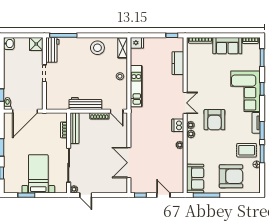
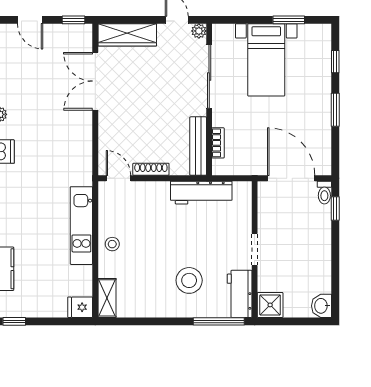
stool: (97, 48) -> (189, 280), moved
workbench: (85, 104) -> (201, 193), moved
door: (25, 111) -> (291, 178), hinge flipped
double door: (129, 163) -> (95, 81), swing flipped
wardrobe: (112, 187) -> (127, 35), added

